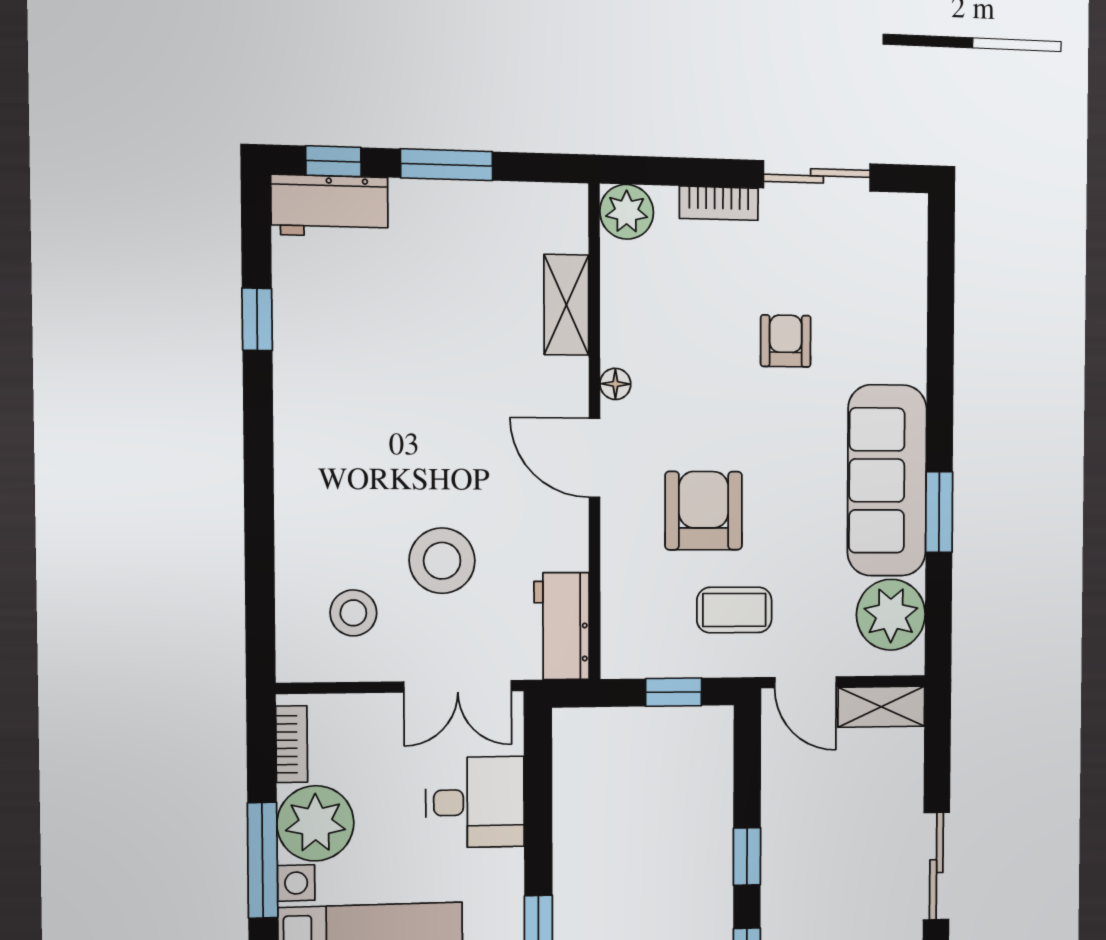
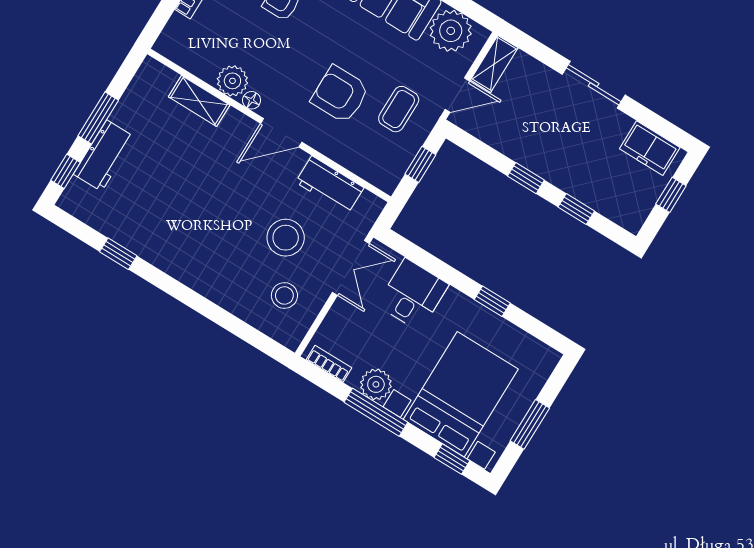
workbench: (330, 206) -> (104, 156), moved
plant: (627, 212) -> (232, 81), moved
workbench: (562, 626) -> (330, 185), moved
plant: (315, 823) -> (376, 384), width x0.73, depth x0.73

